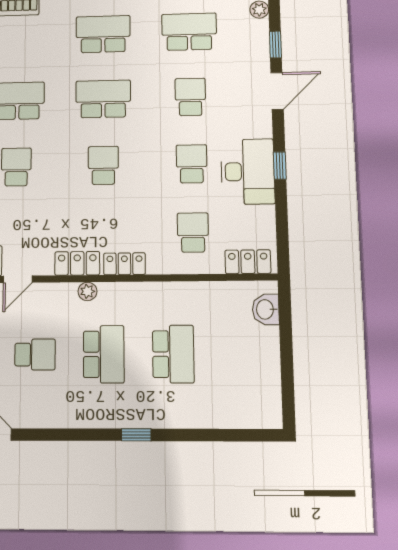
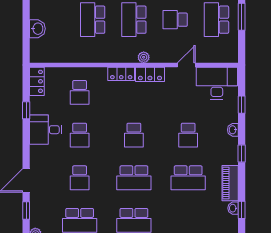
window: (280, 166) -> (26, 110), moved
desk: (248, 172) -> (46, 130), width x0.73
locker: (248, 262) -> (37, 81), moved, turned -90
washbasin: (266, 309) -> (37, 29), moved

